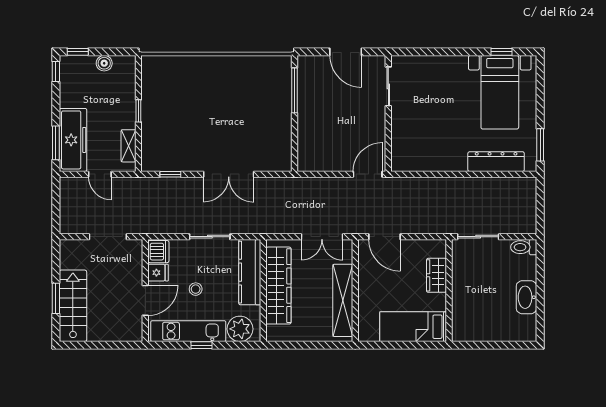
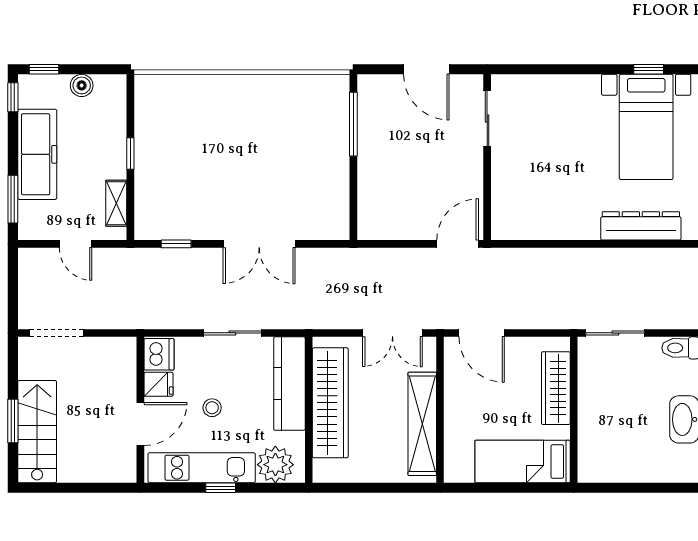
freezer: (73, 140) -> (37, 154), moved
doorway: (108, 237) -> (57, 333), moved
wardrobe: (436, 275) -> (556, 388), width x1.50

